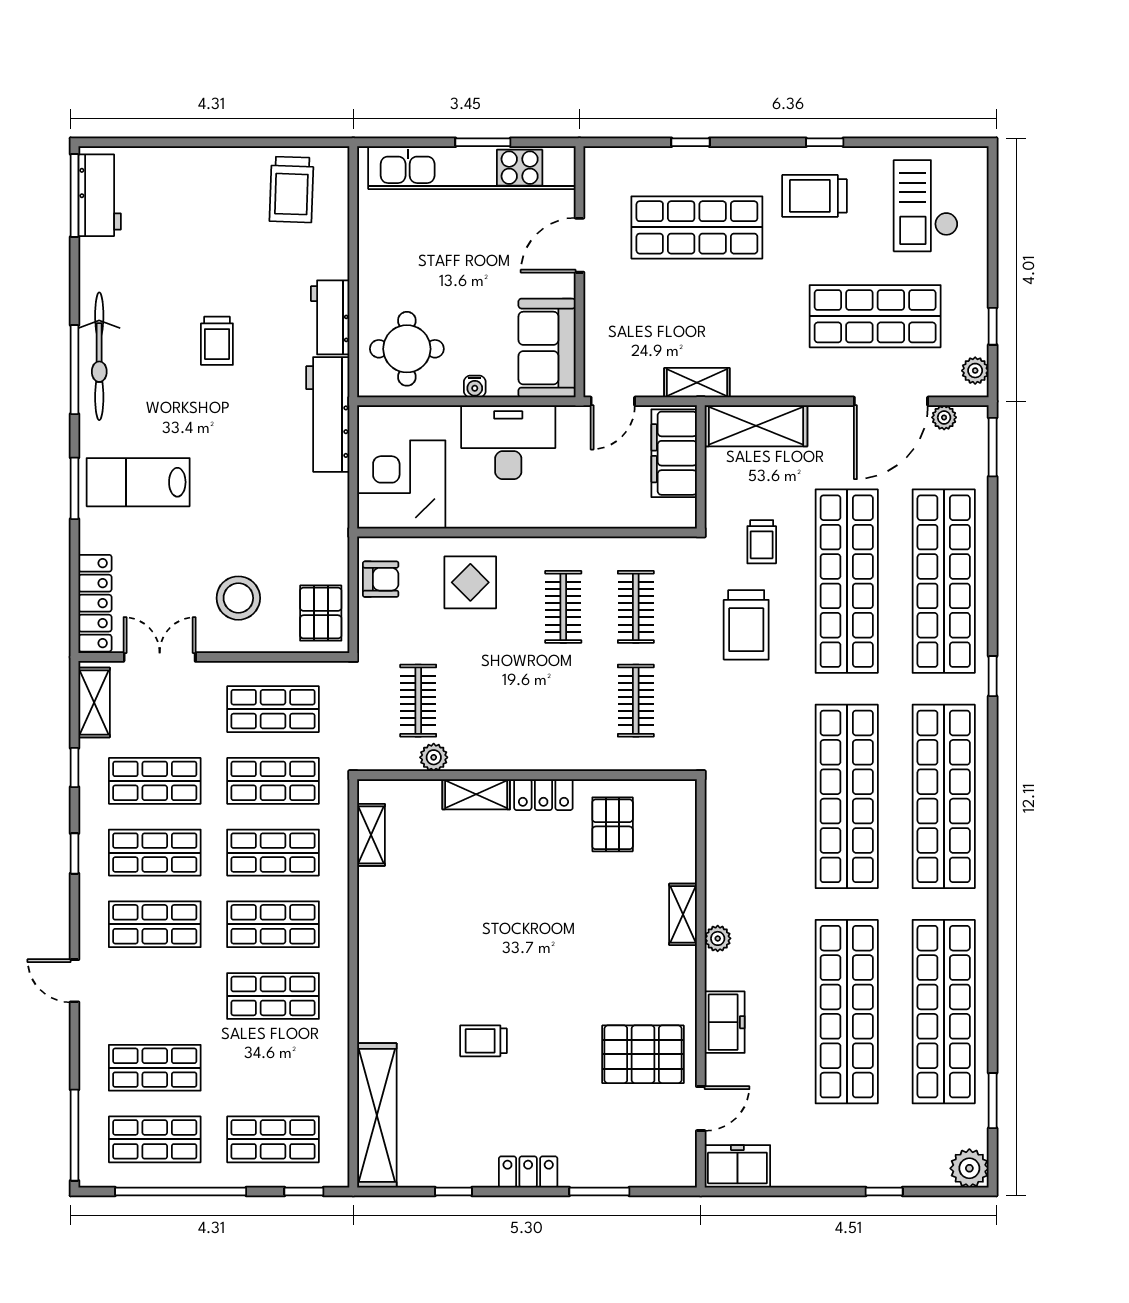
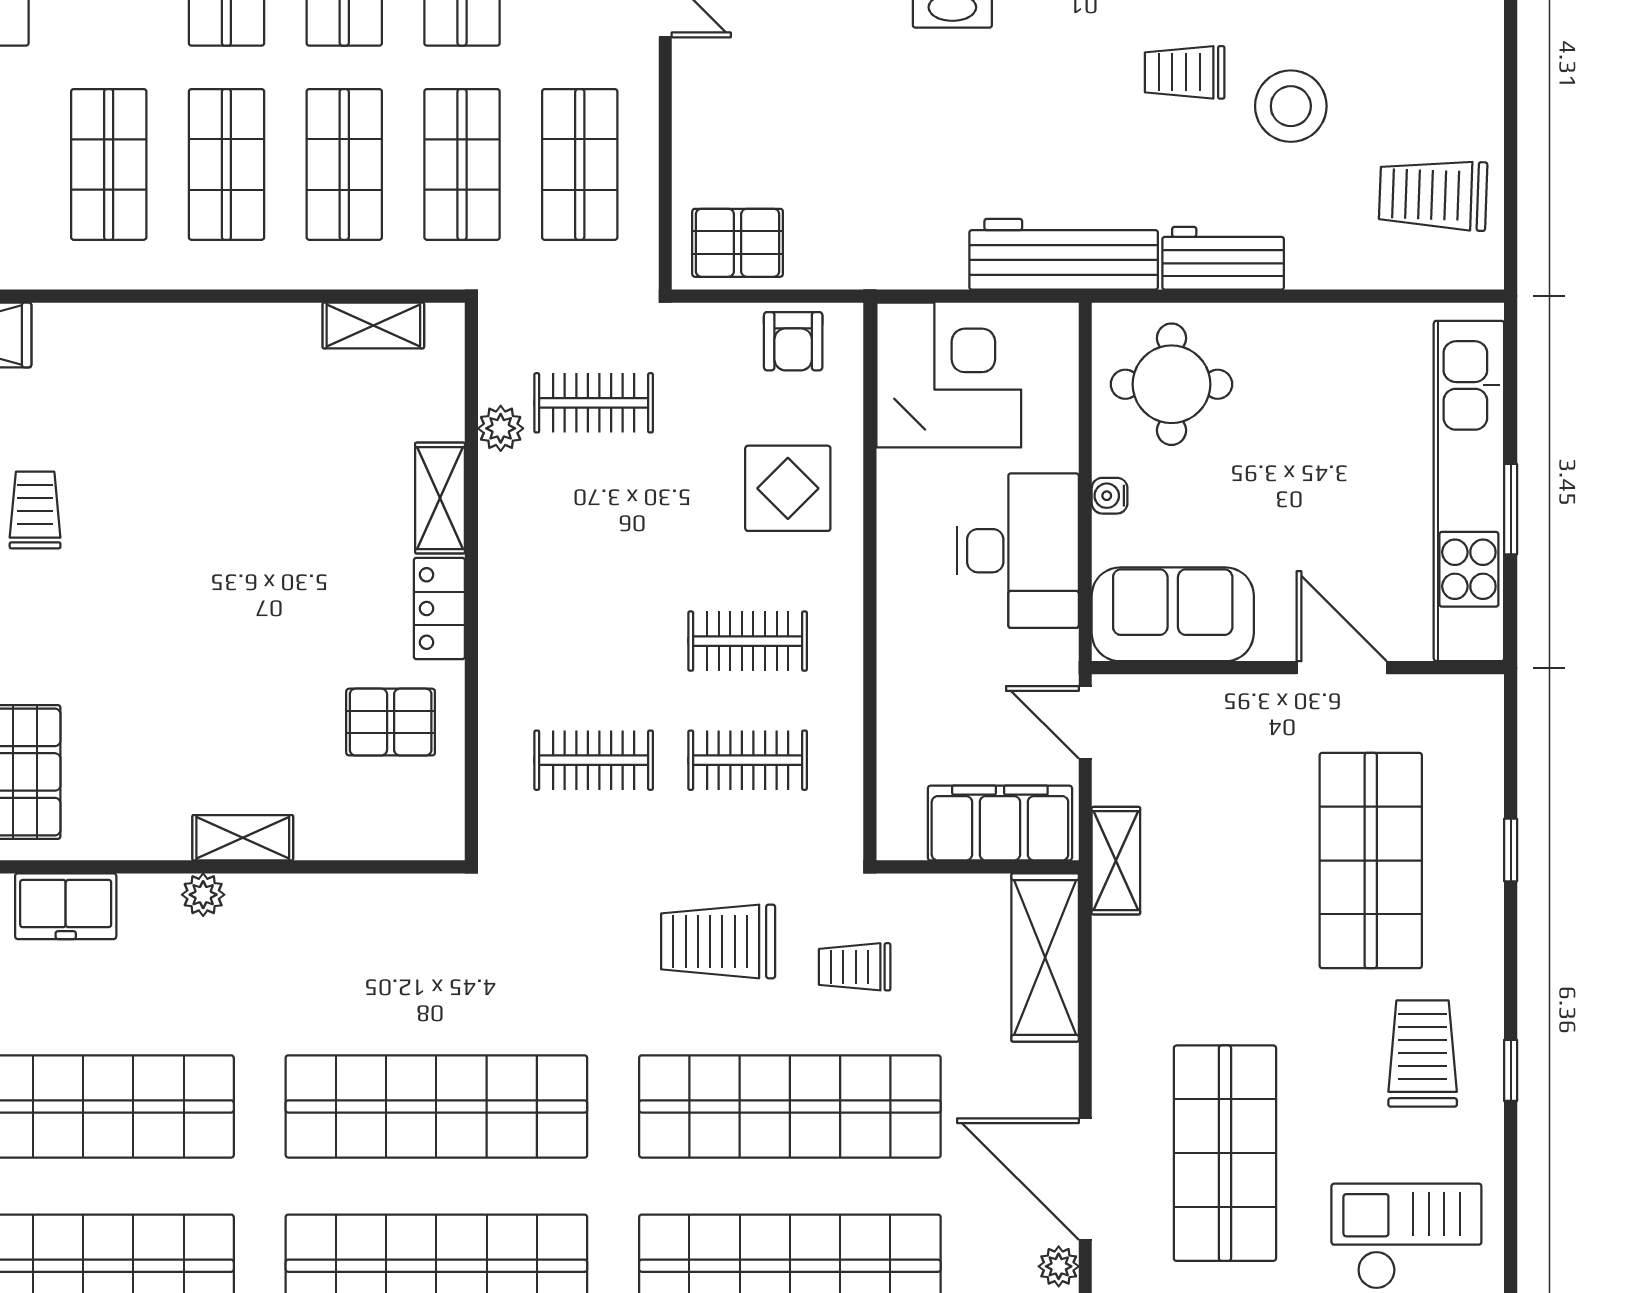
stool: (238, 598) -> (1291, 106), moved

